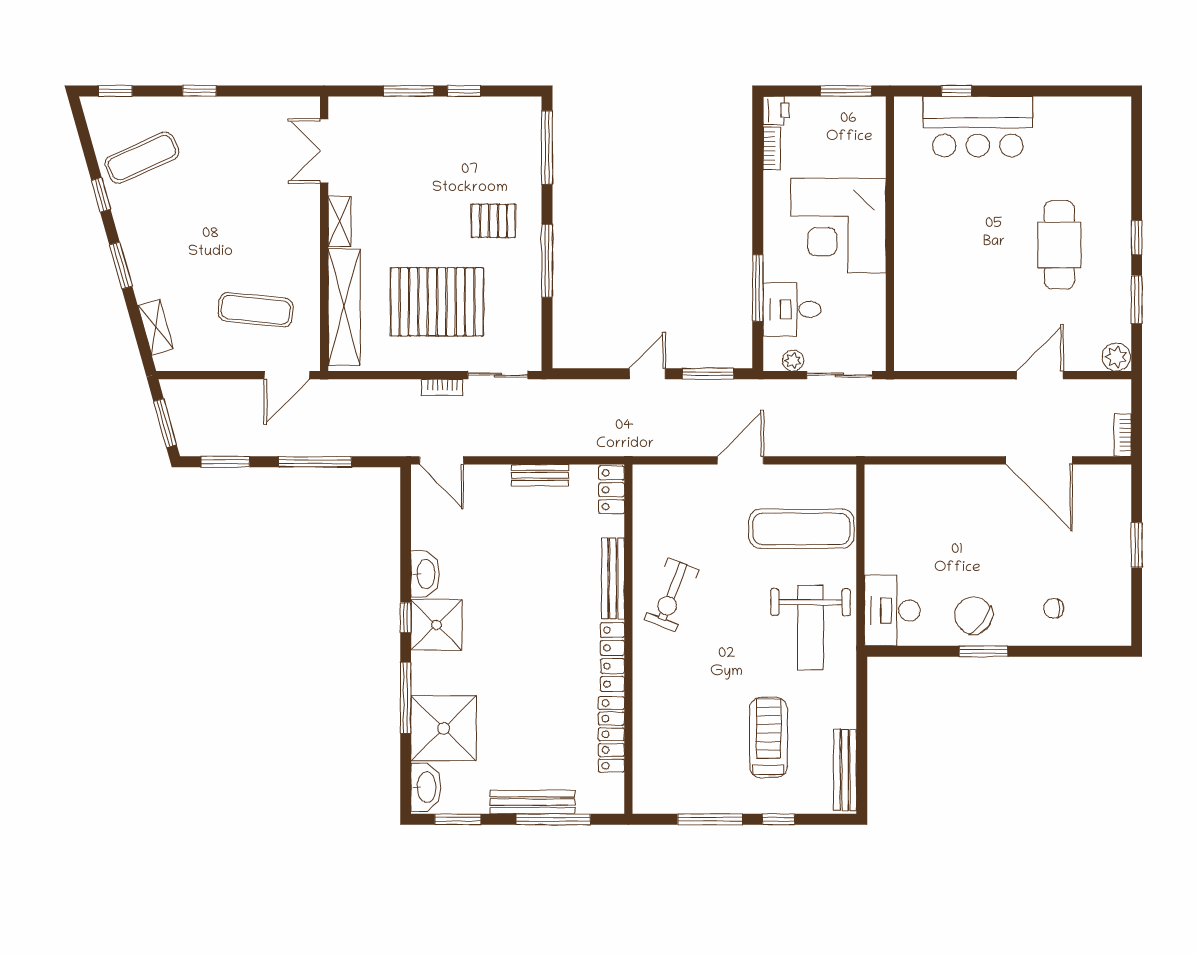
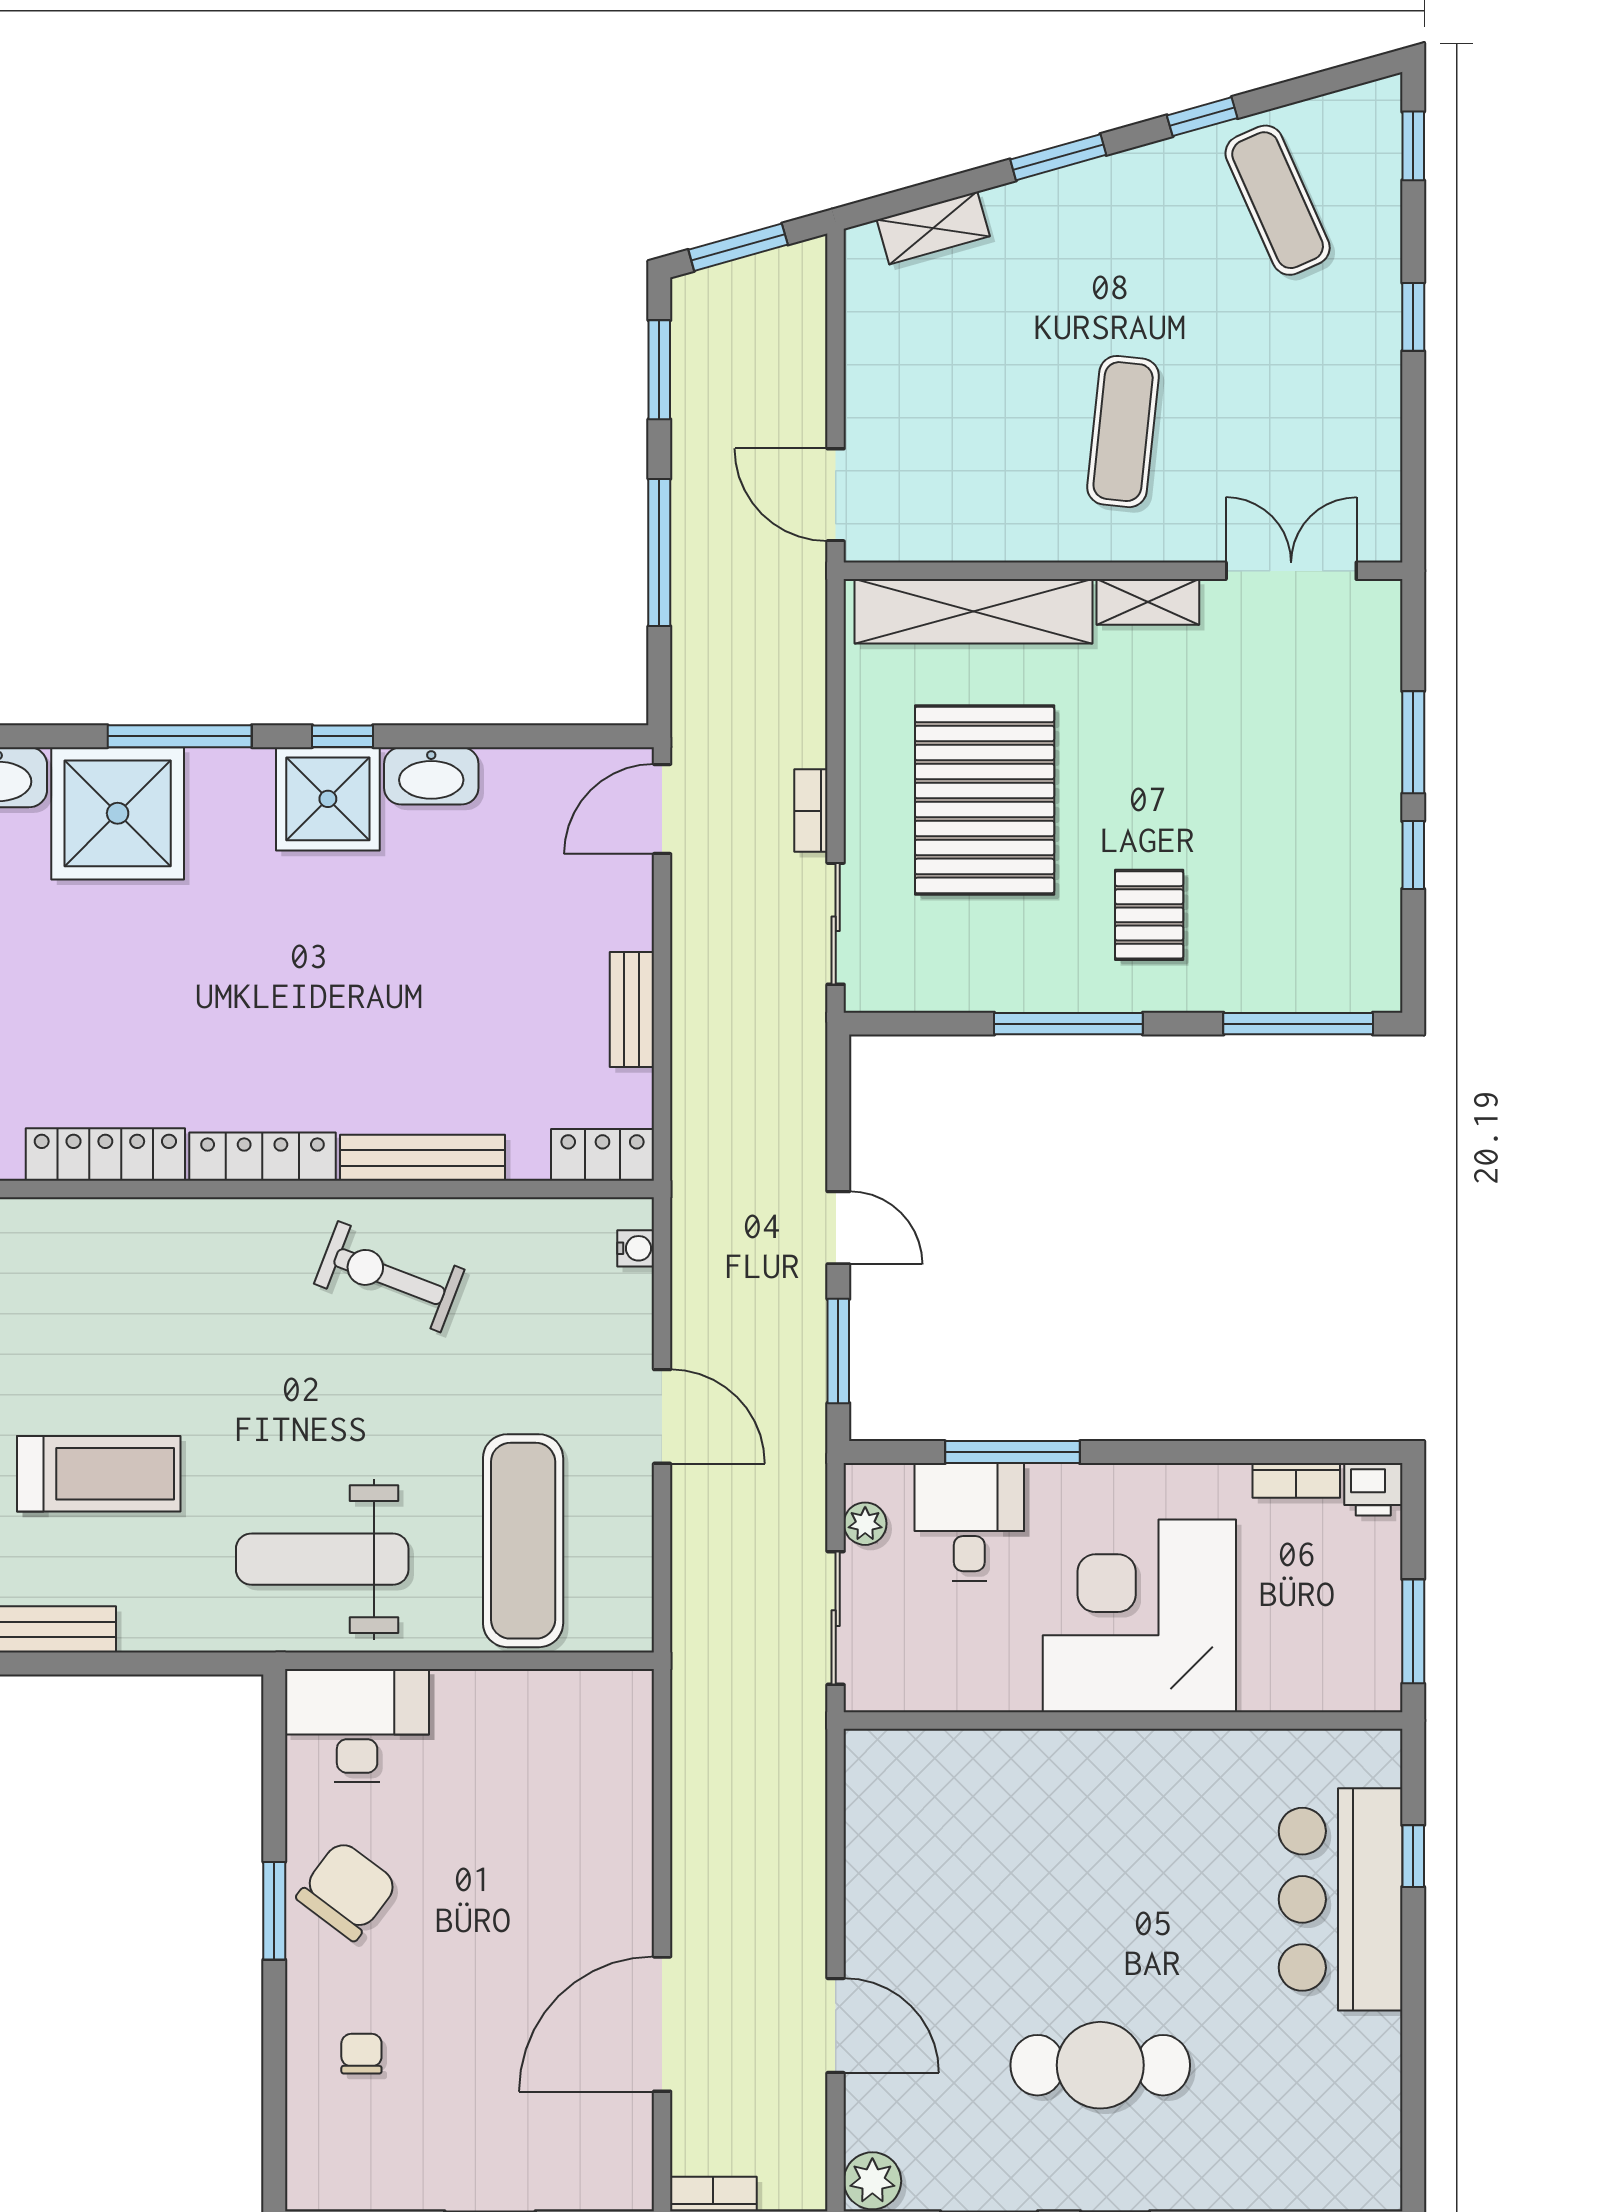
exercise mat: (256, 310) -> (1123, 432), moved
water cooler: (658, 473) -> (636, 1248), added

